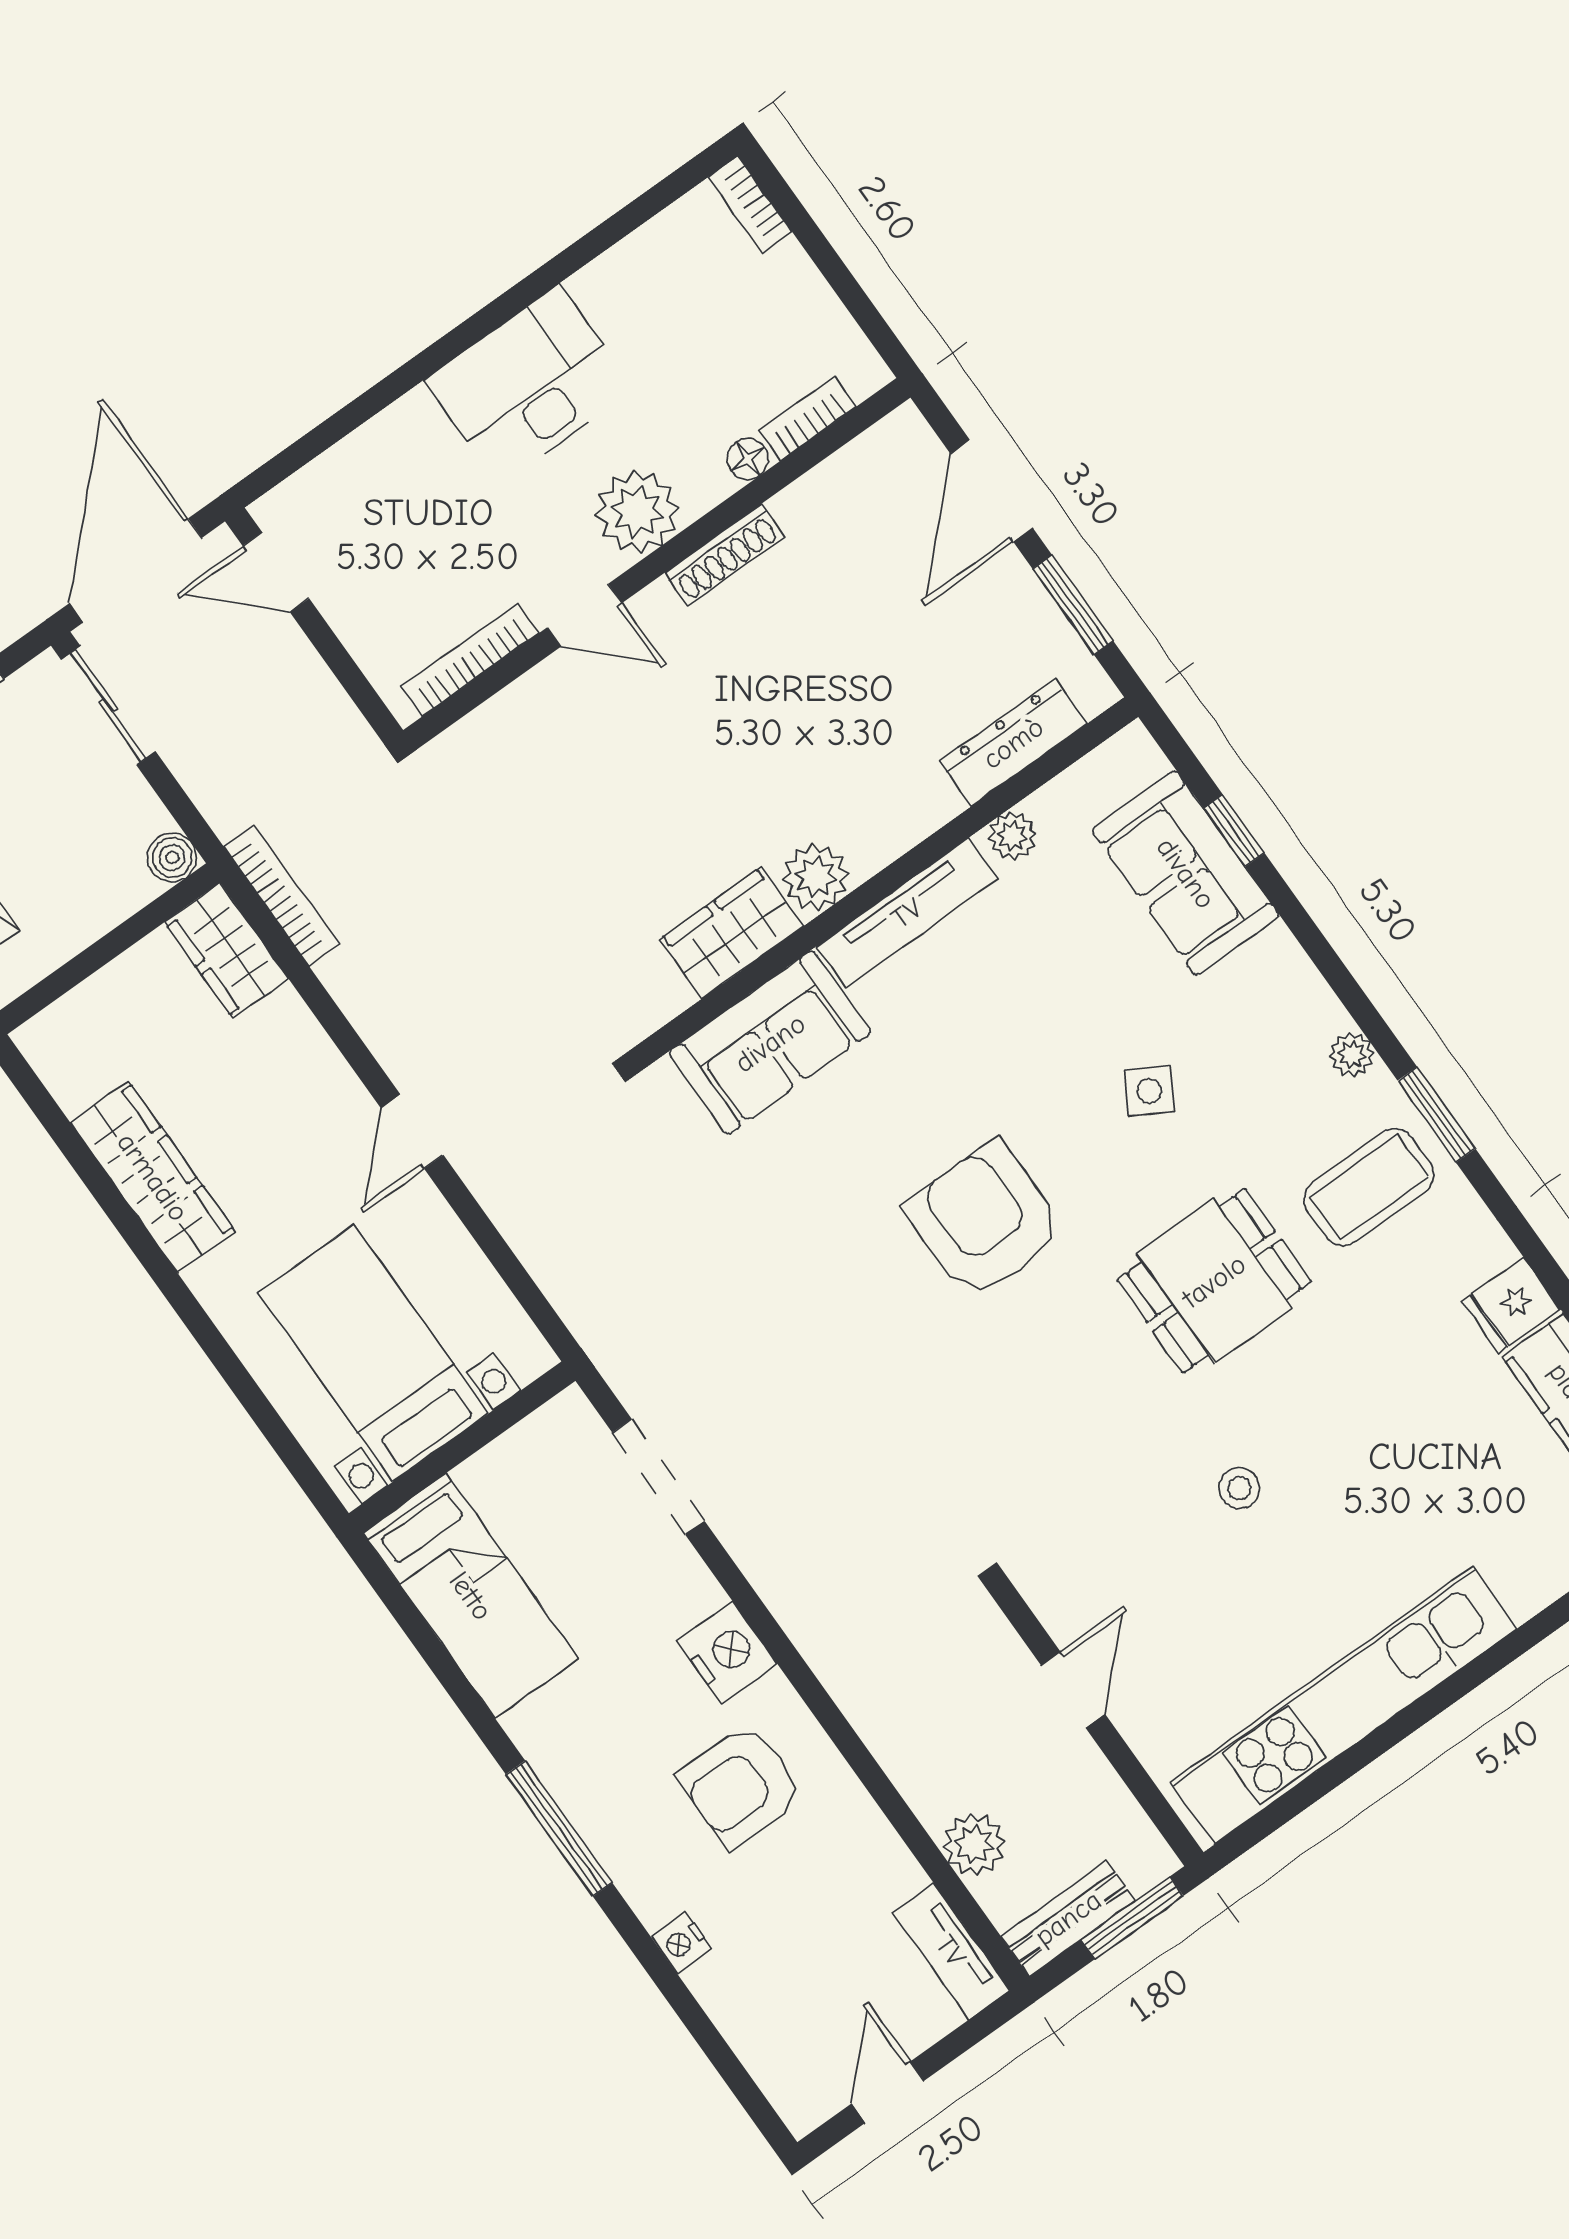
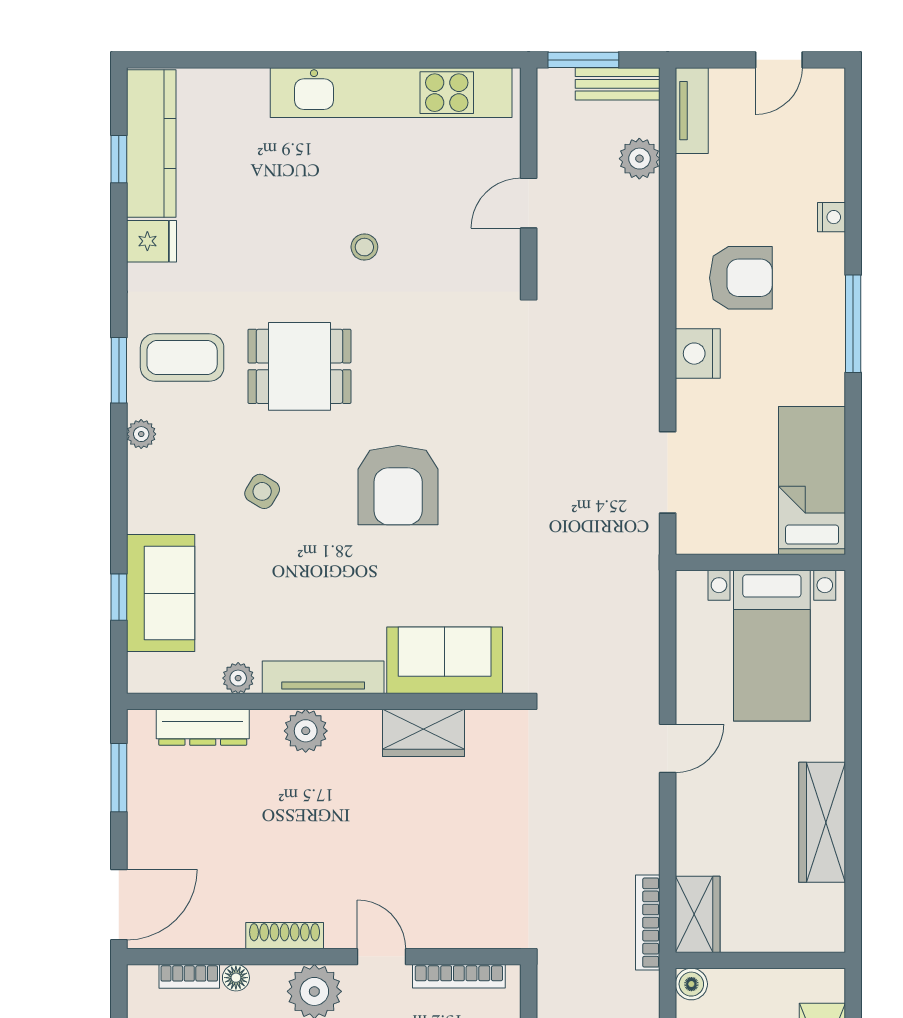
door: (992, 491) -> (119, 905), moved
plant: (815, 877) -> (306, 731), moved

